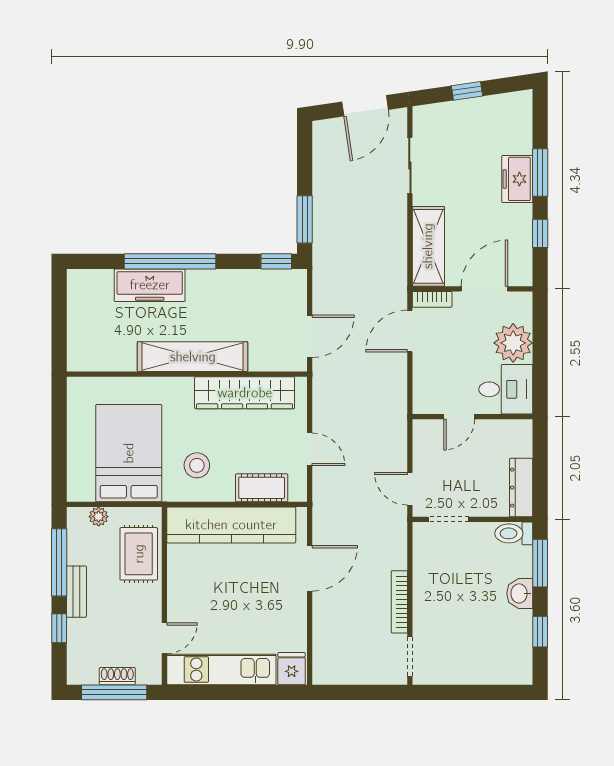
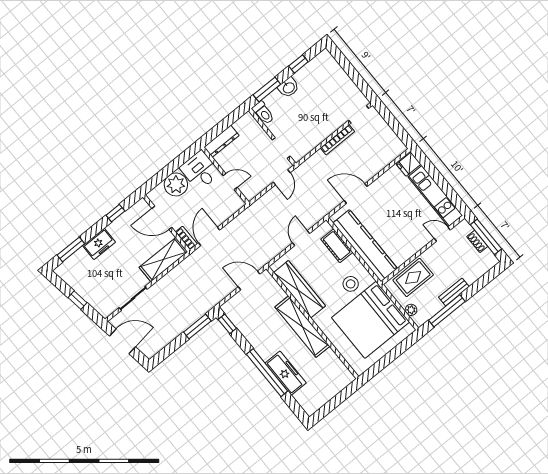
window: (540, 172) -> (71, 249), moved
door: (410, 331) -> (209, 236), swing flipped
bed: (129, 453) -> (371, 320), width x1.36
dresser: (521, 488) -> (221, 141), moved
window: (59, 628) -> (477, 286), removed

